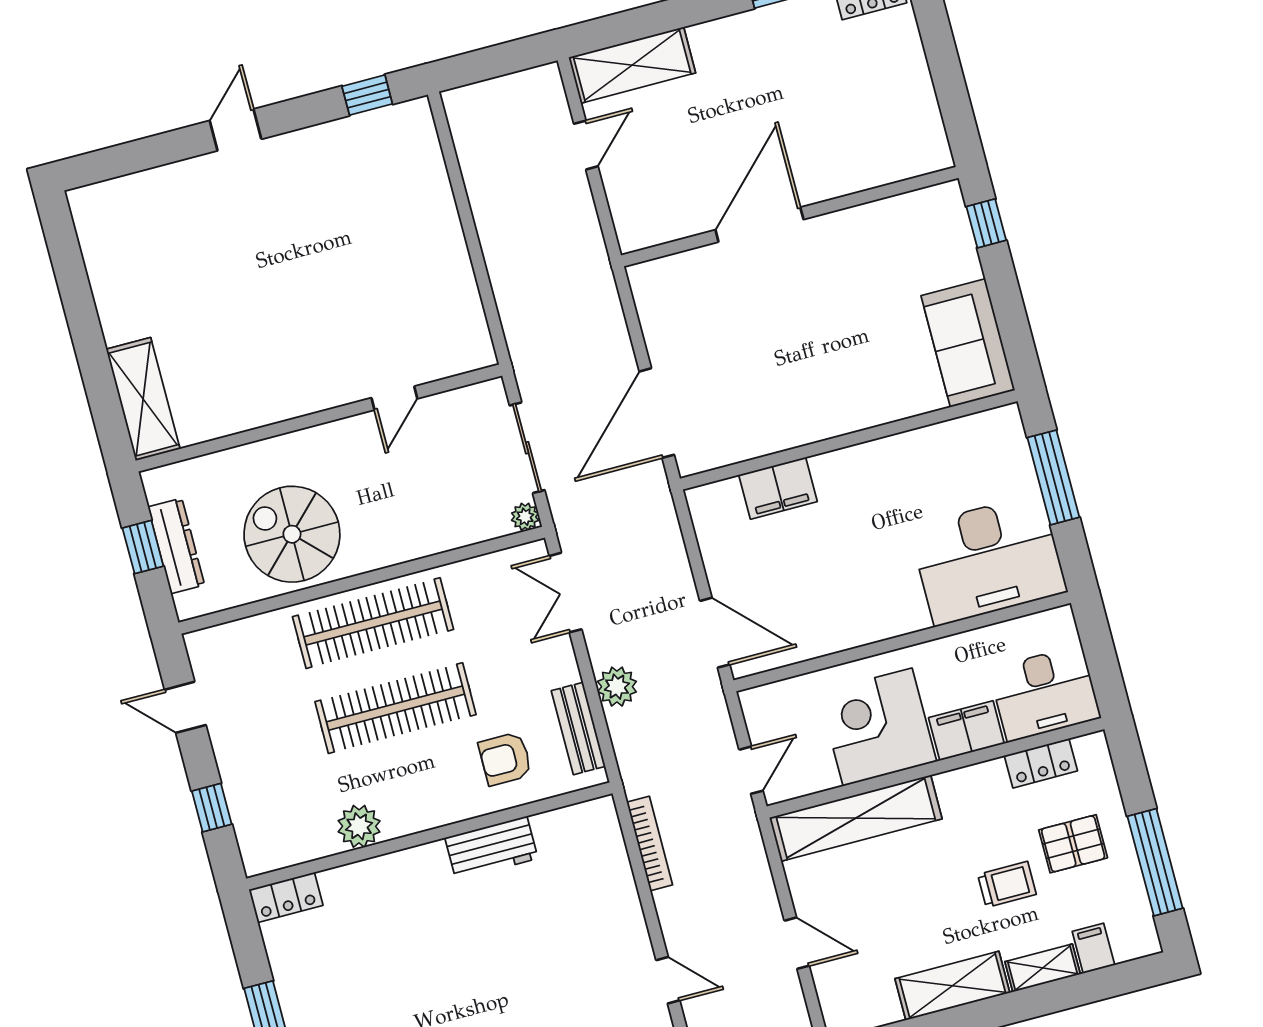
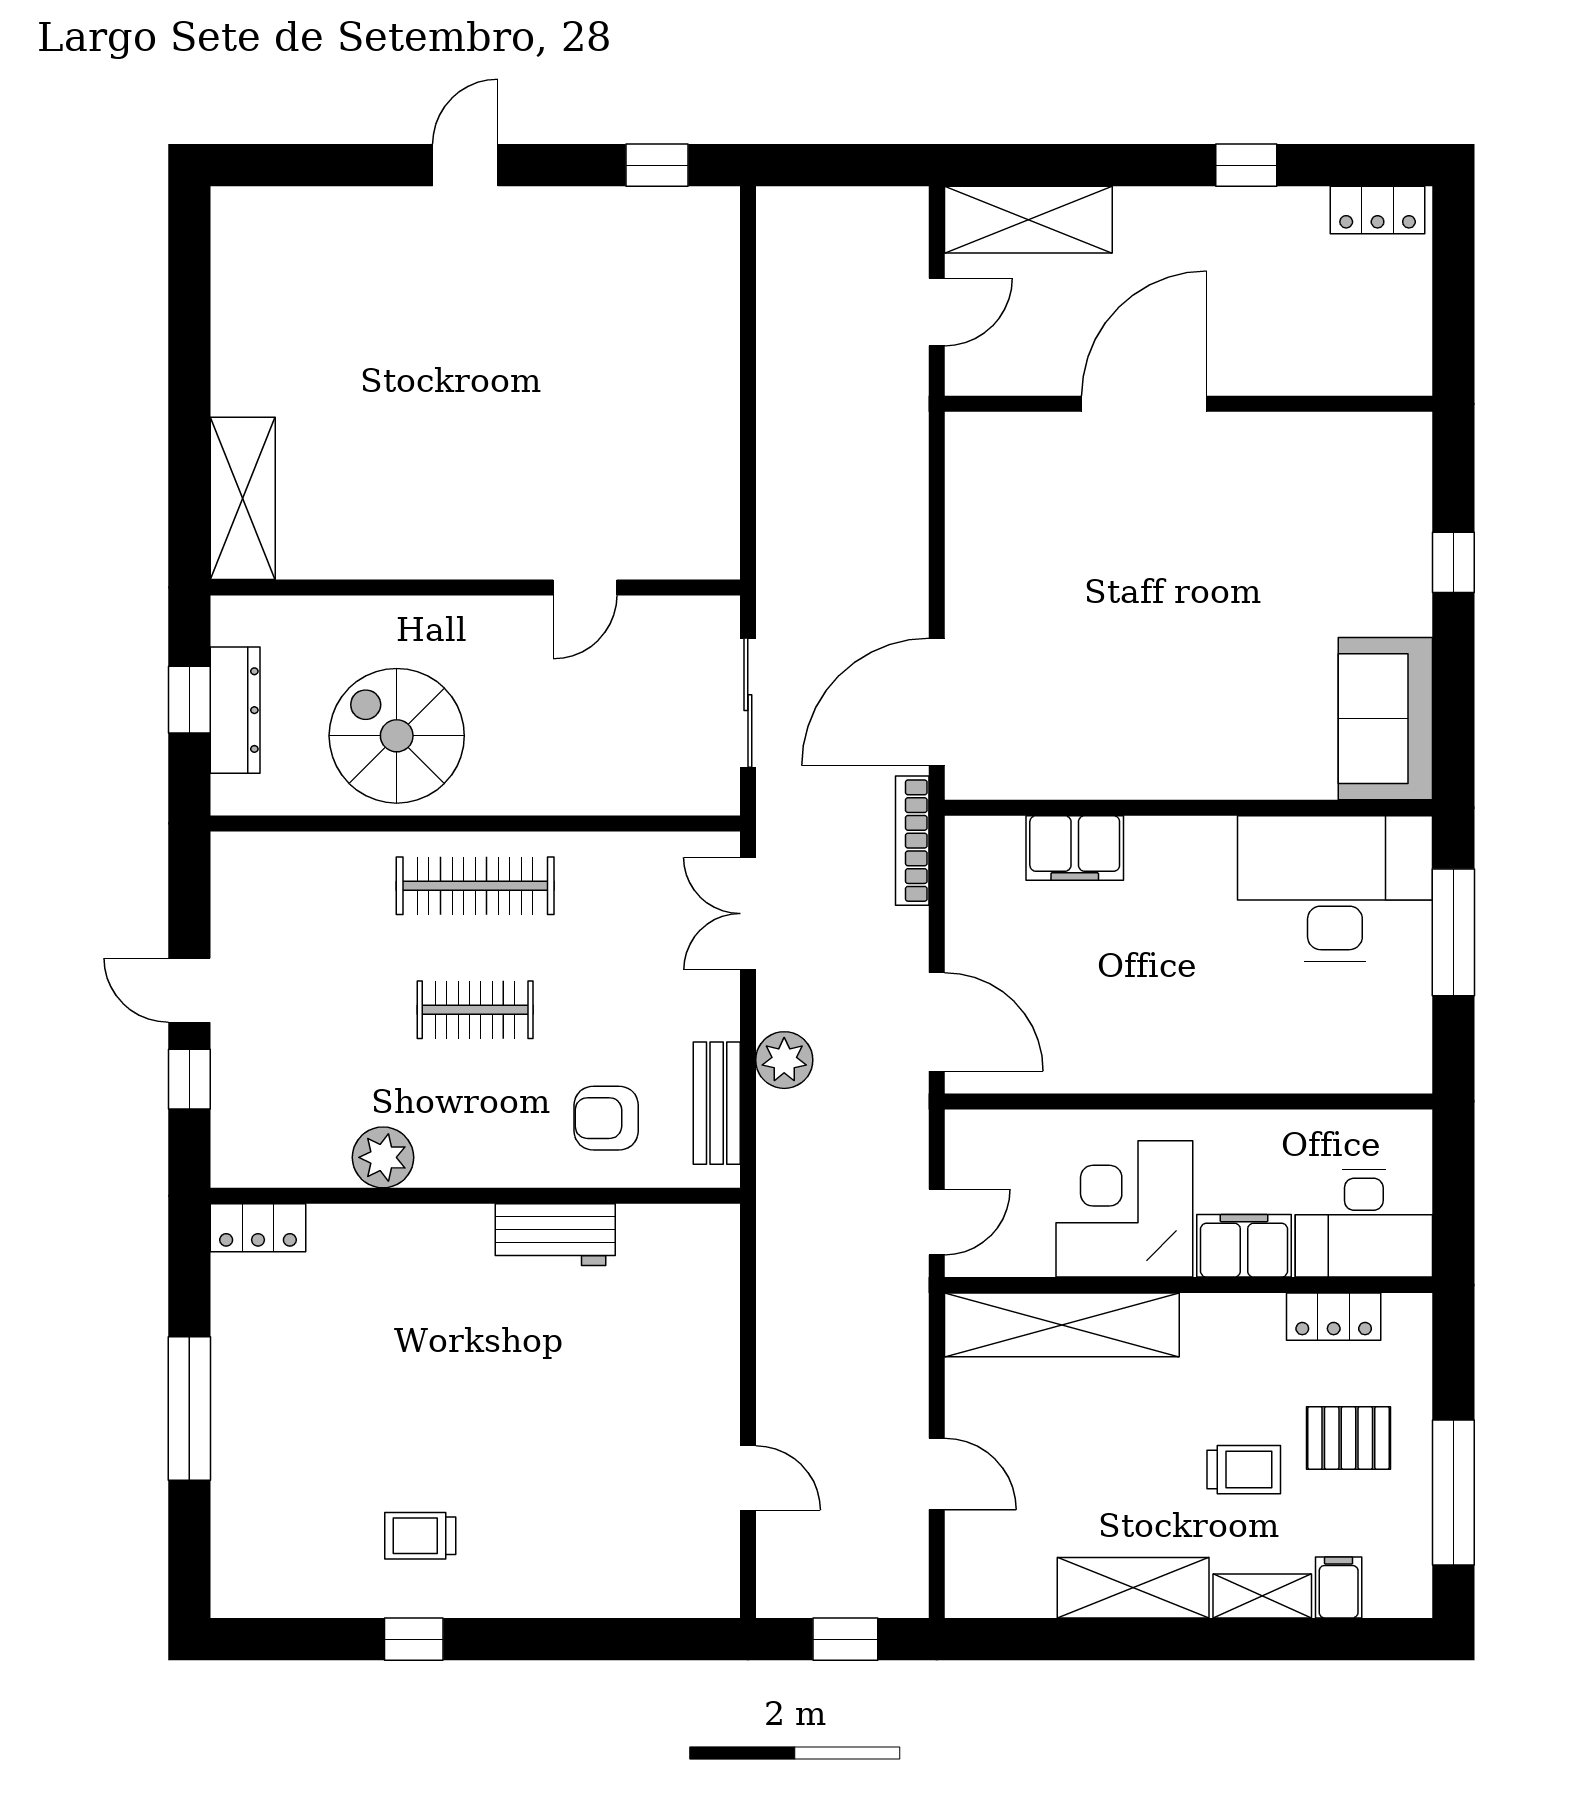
wall: (790, 217) -> (1188, 404), moved
door: (759, 225) -> (1144, 404), moved
plant: (525, 517) -> (720, 796), removed
desk: (988, 560) -> (1335, 889), moved, turned 180
clothes rail: (373, 623) -> (475, 886), width x0.73, depth x0.76
door: (185, 707) -> (189, 990), moved
clothes rail: (395, 708) -> (475, 1010), width x0.54, depth x0.76
bookcase: (650, 844) -> (912, 841), moved, turned 180

